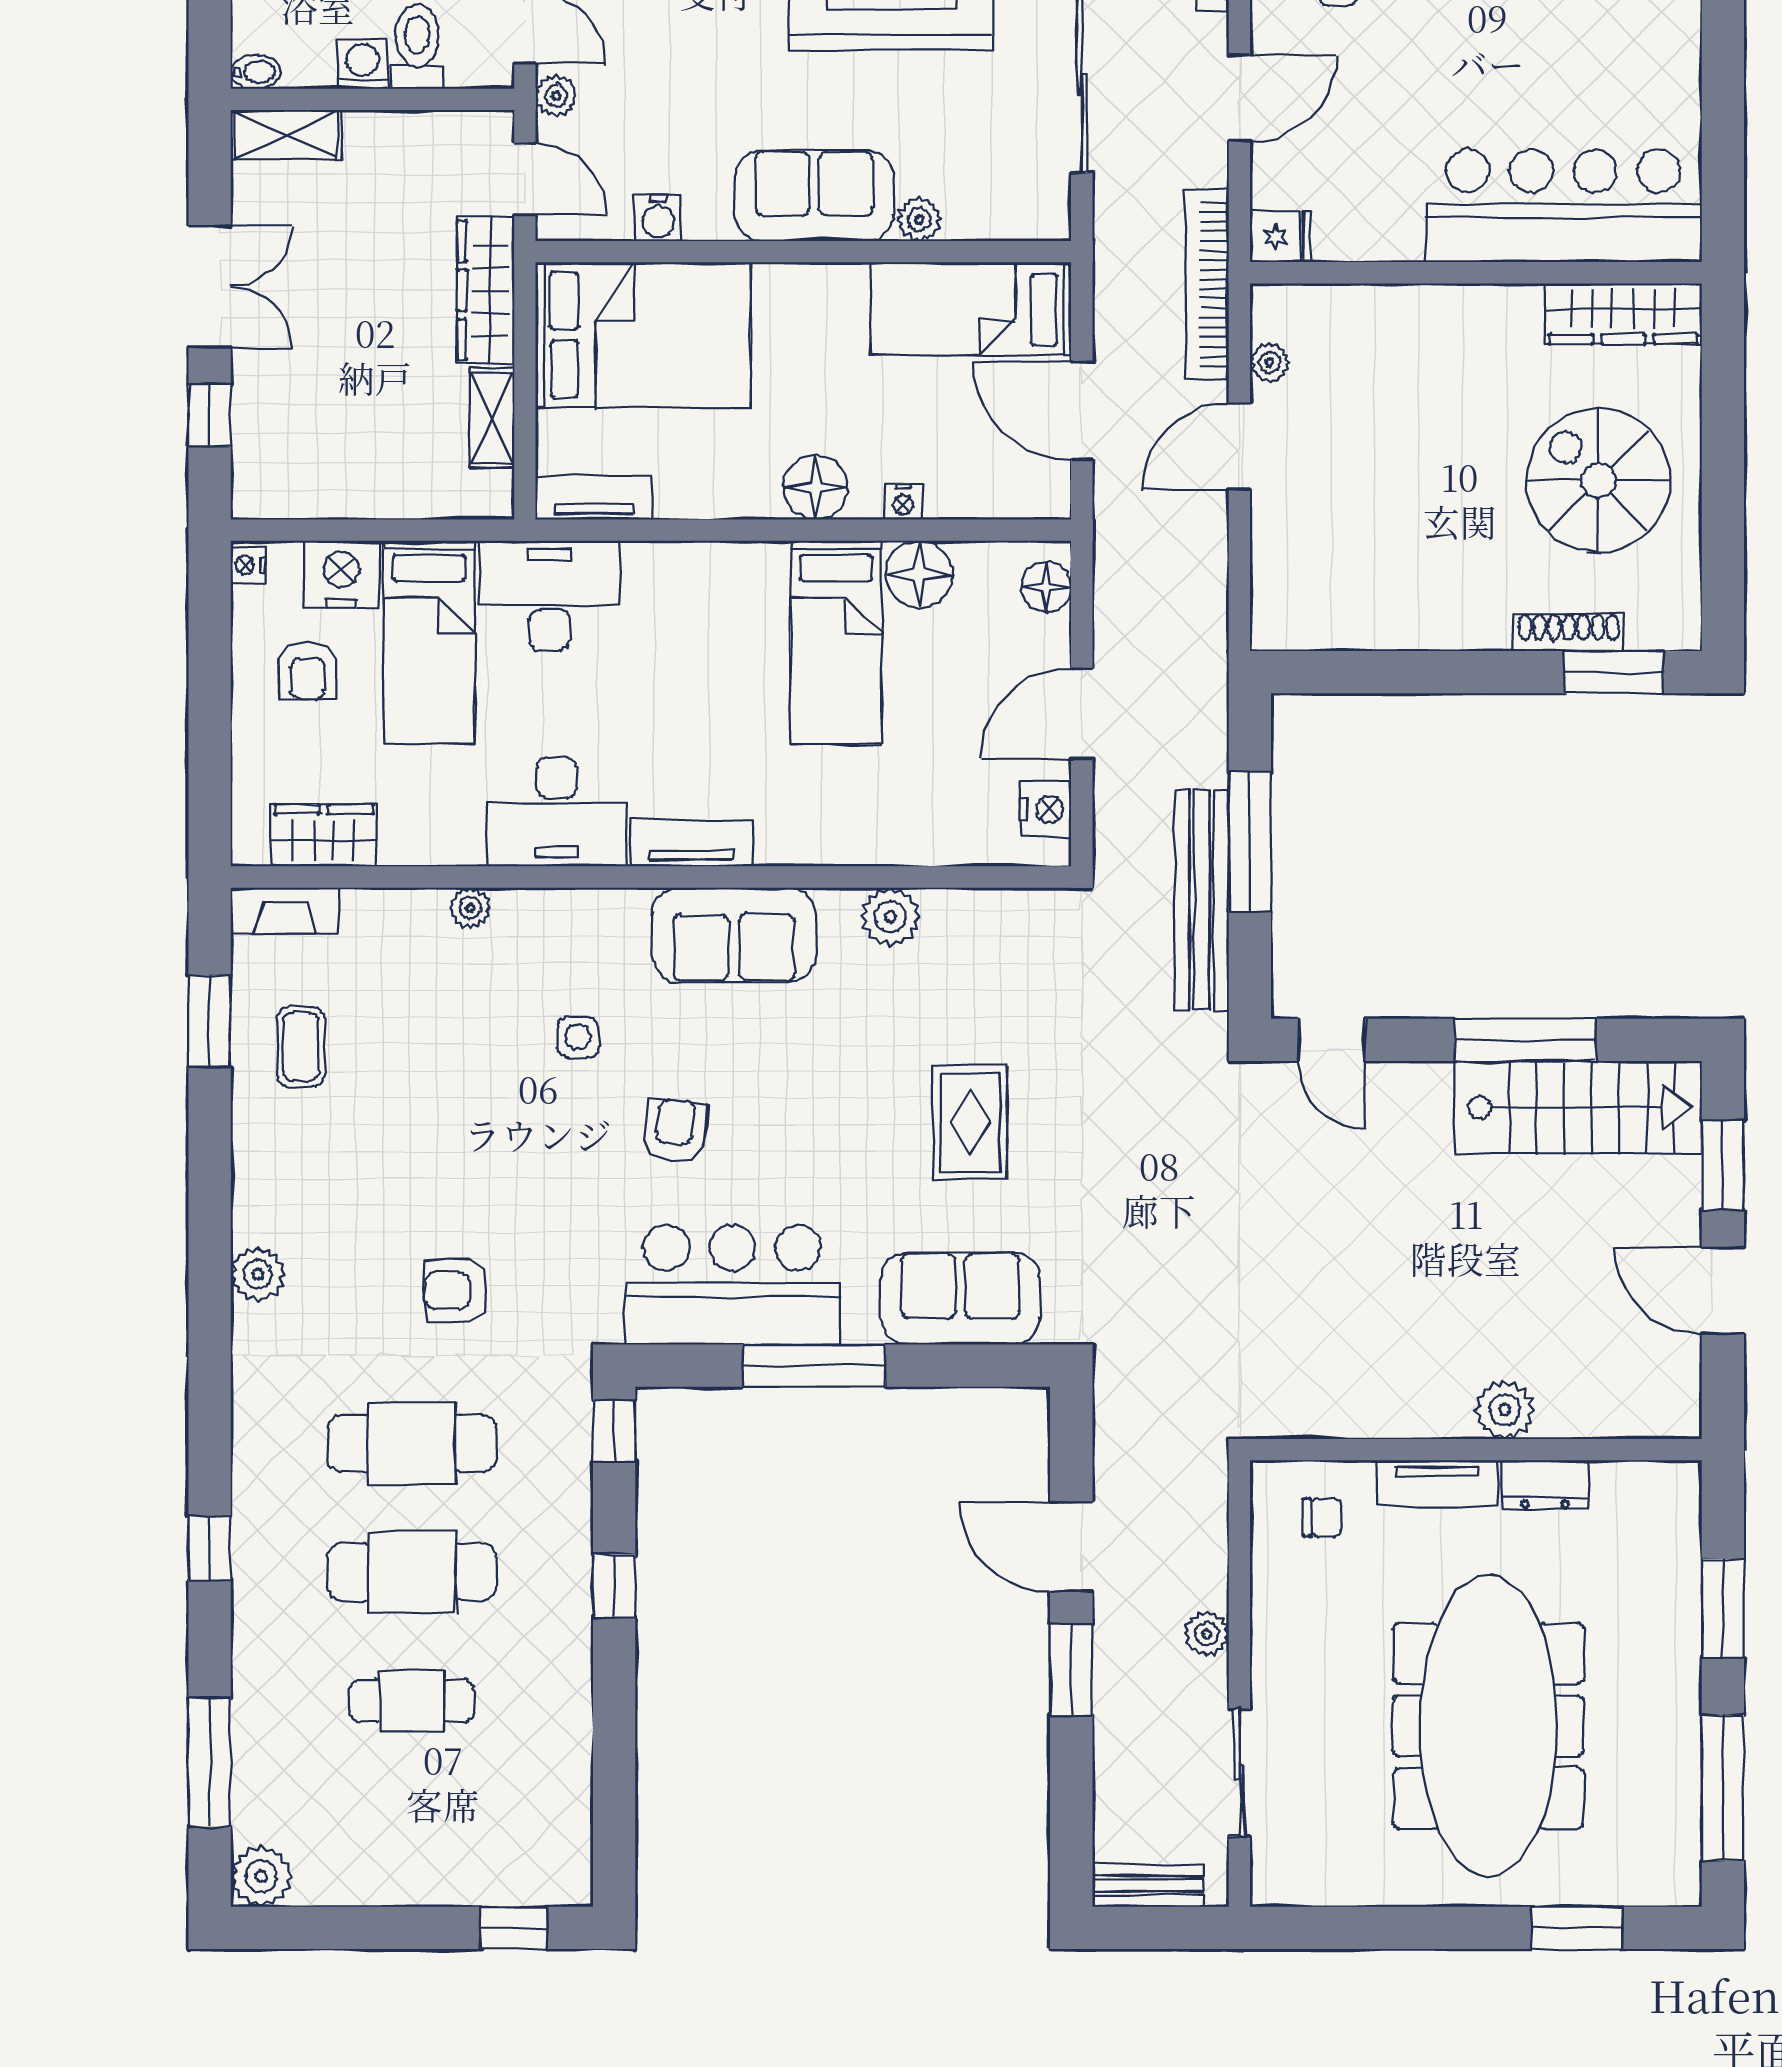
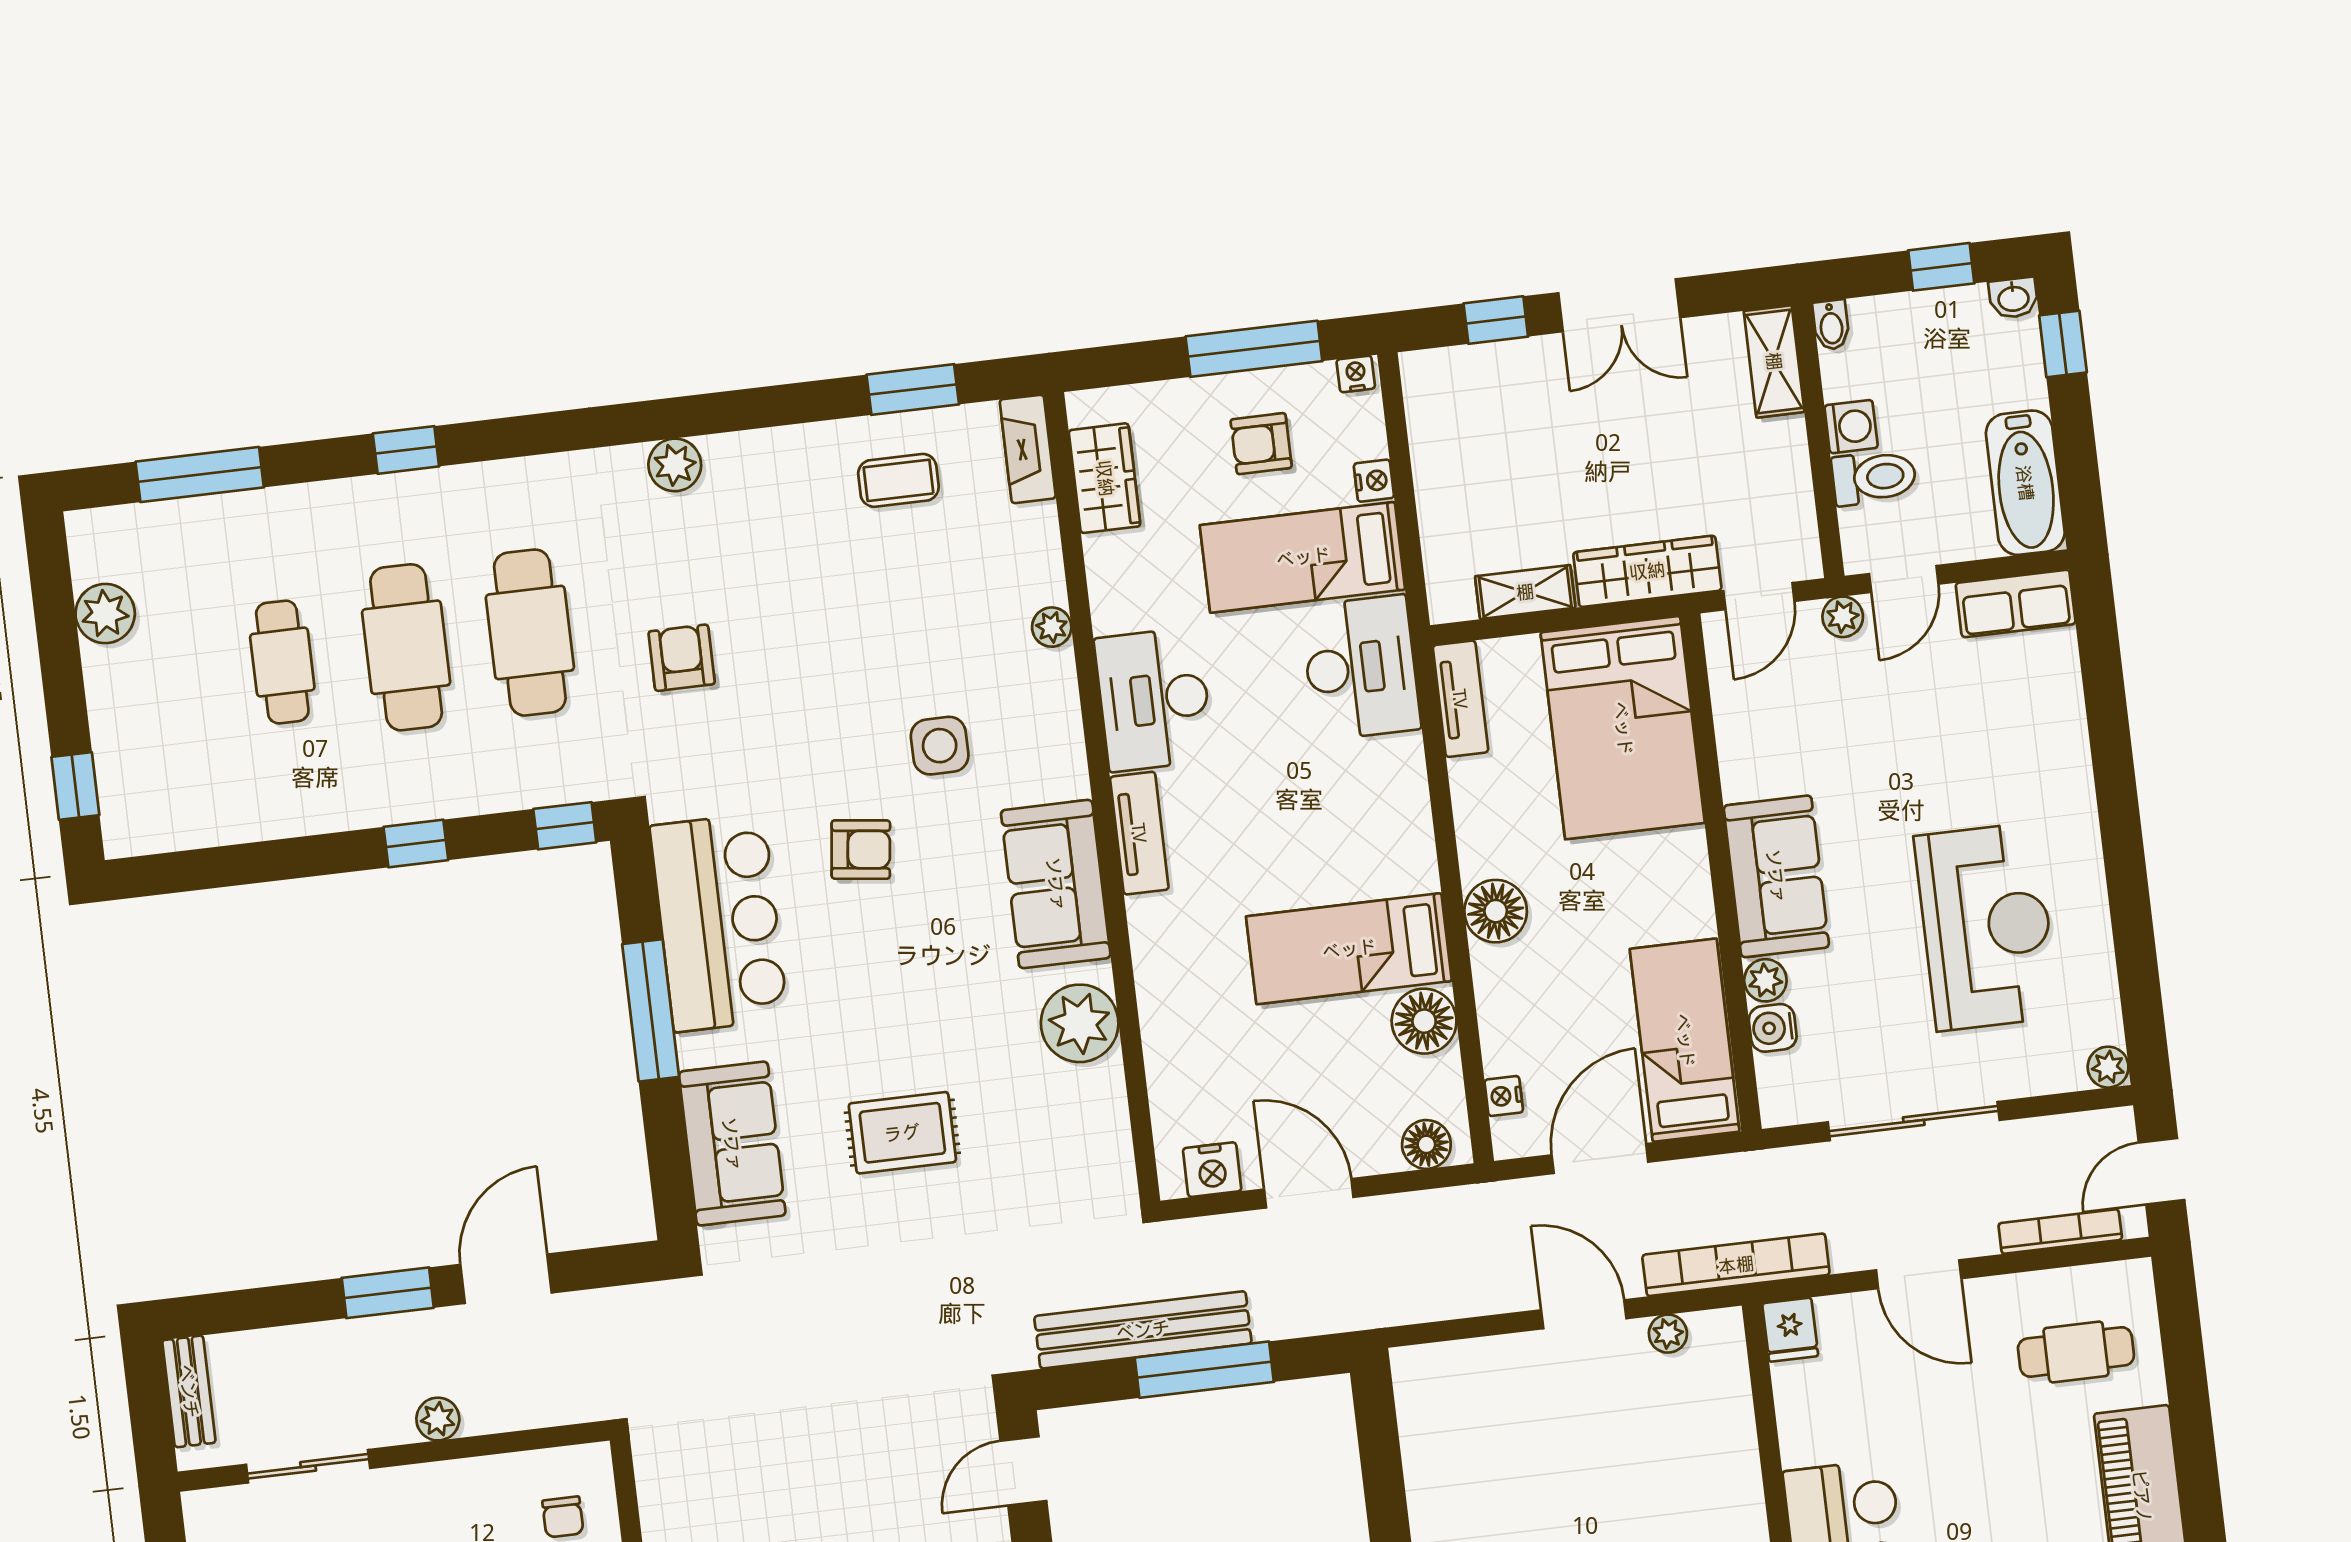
water cooler: (658, 218) -> (1773, 1028), moved
nightstand: (903, 502) -> (1504, 1096), moved
nightstand: (342, 575) -> (1374, 481), width x0.53, depth x0.56
window: (210, 666) -> (1254, 349), added
plant: (890, 917) -> (1080, 1023), width x1.36, depth x1.36
side table: (578, 1037) -> (940, 746), width x1.37, depth x1.37
plant: (261, 1876) -> (105, 614), moved

